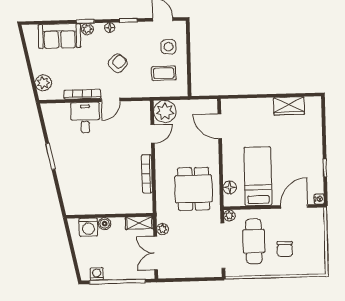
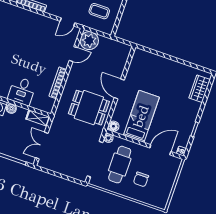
door: (111, 100) -> (68, 22), moved
wardrobe: (289, 106) -> (200, 89), moved, turned 90
desk: (85, 118) -> (22, 91), moved, turned 180
door: (220, 126) -> (119, 89), moved
floor lamp: (230, 187) -> (113, 126), moved
dining table: (194, 189) -> (89, 108), turned 90
plant: (163, 229) -> (54, 129), removed

